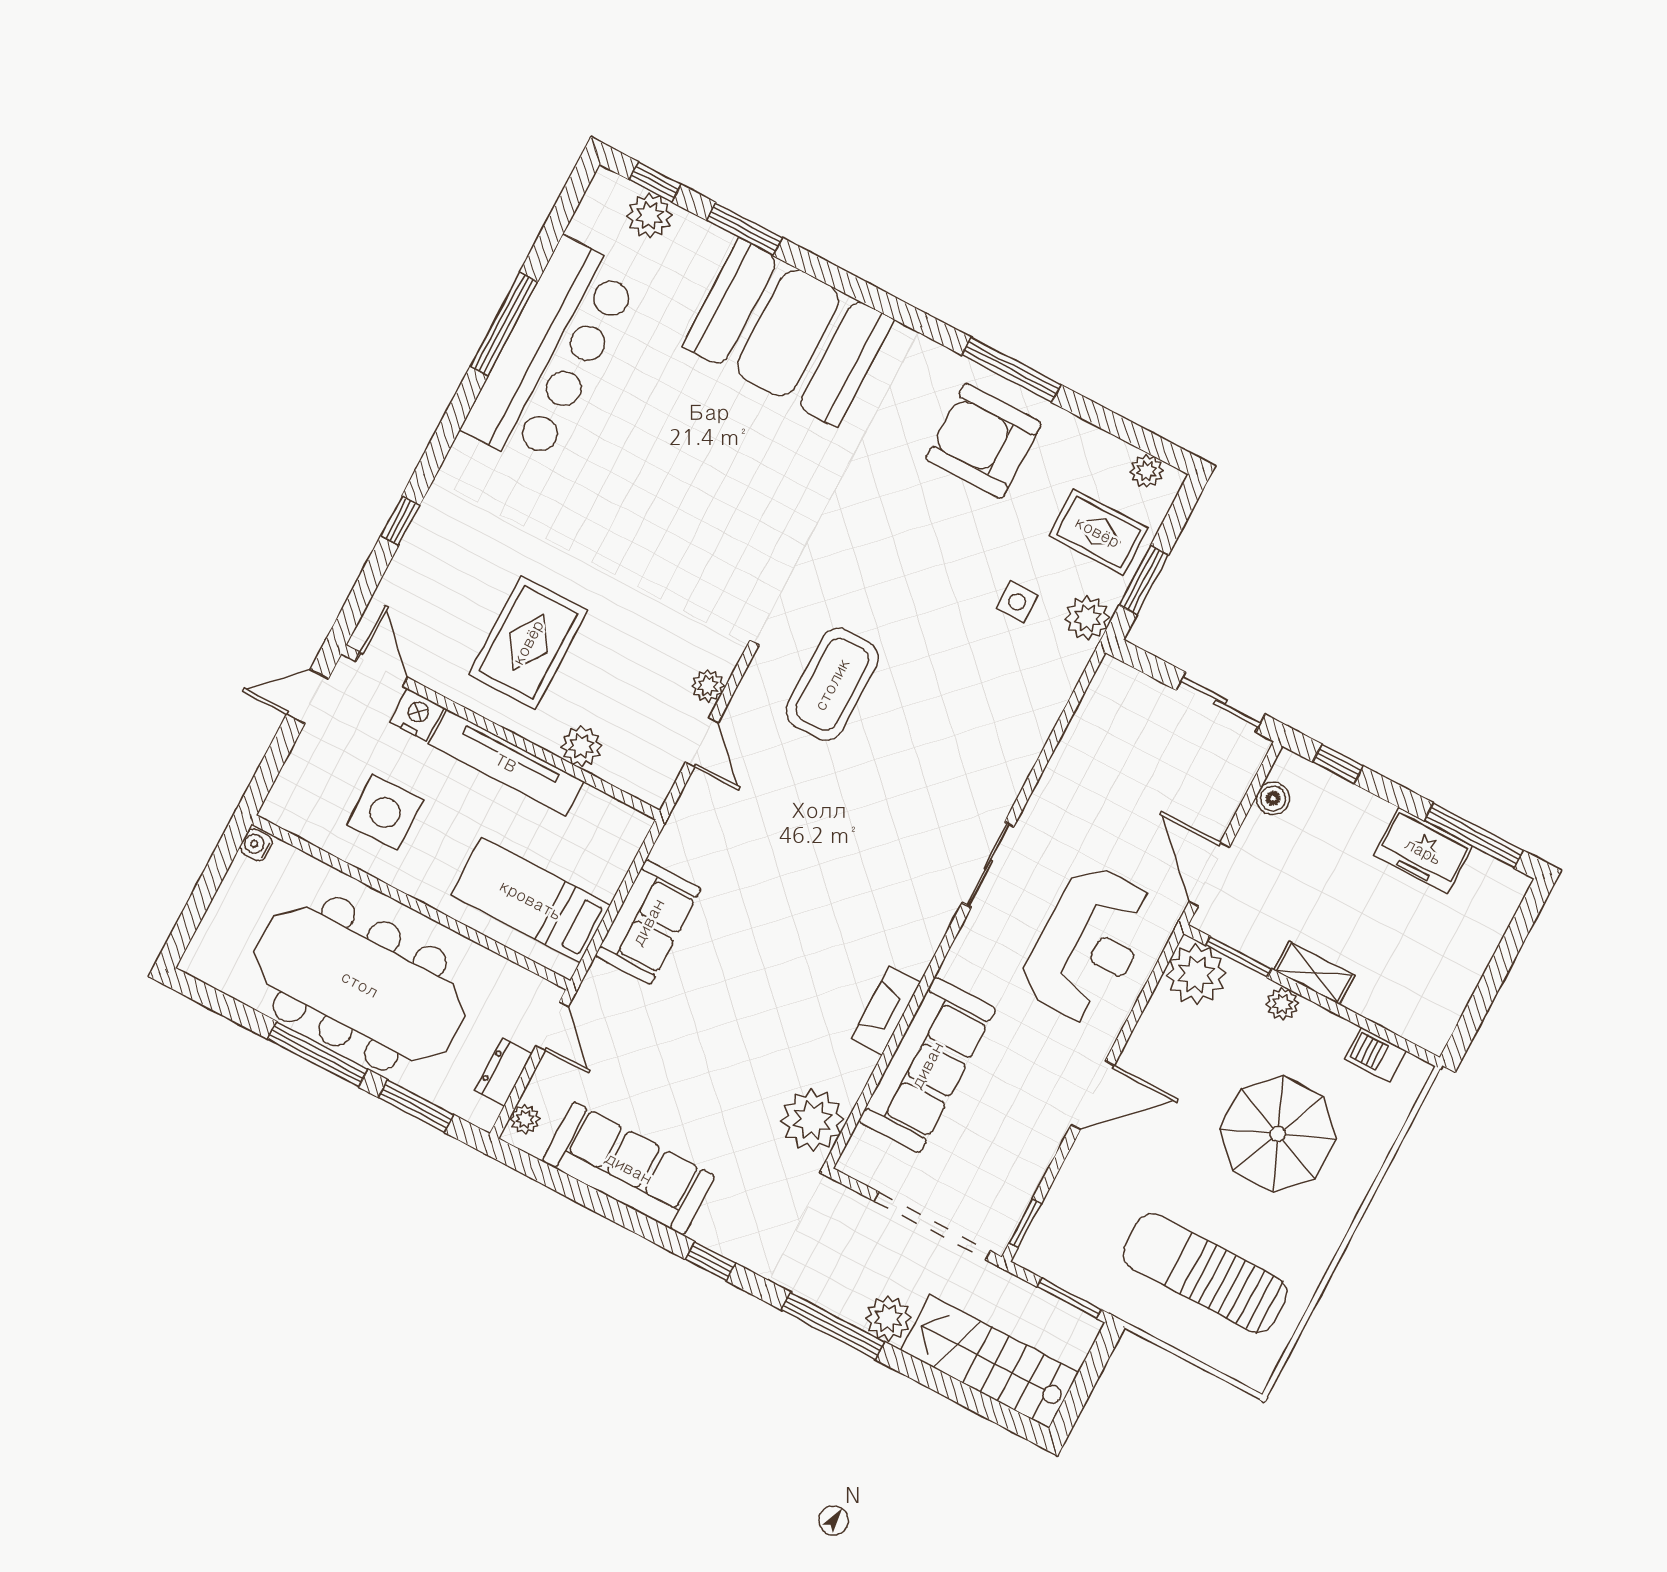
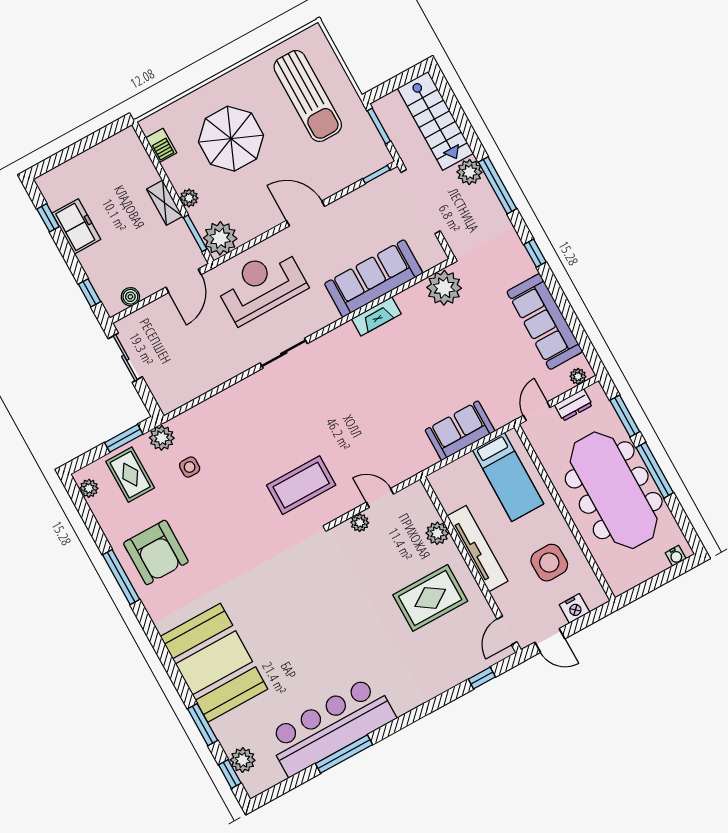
window: (400, 521) -> (482, 678), moved
nightstand: (417, 715) -> (574, 608), moved, turned -90
door: (702, 742) -> (380, 498), hinge flipped
window: (1474, 836) -> (48, 218), width x0.46
water cooler: (256, 845) -> (676, 556), moved

